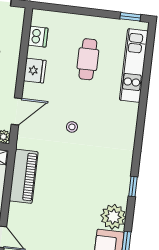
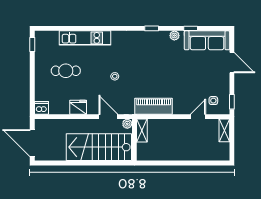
dishwasher: (38, 37) -> (41, 108), moved
kitchen unit: (134, 65) -> (85, 38), moved
plant: (113, 217) -> (174, 36), width x0.53, depth x0.53

